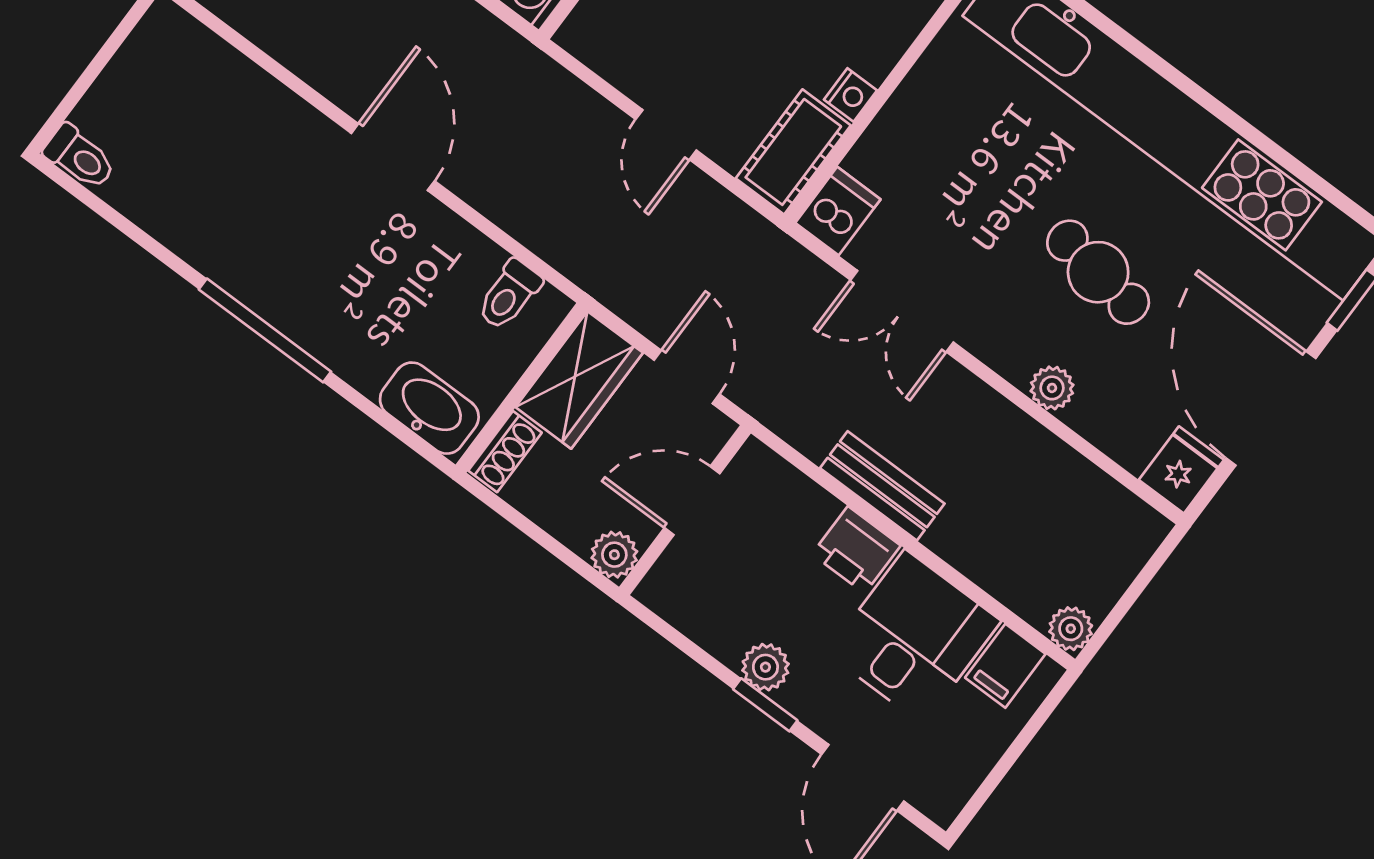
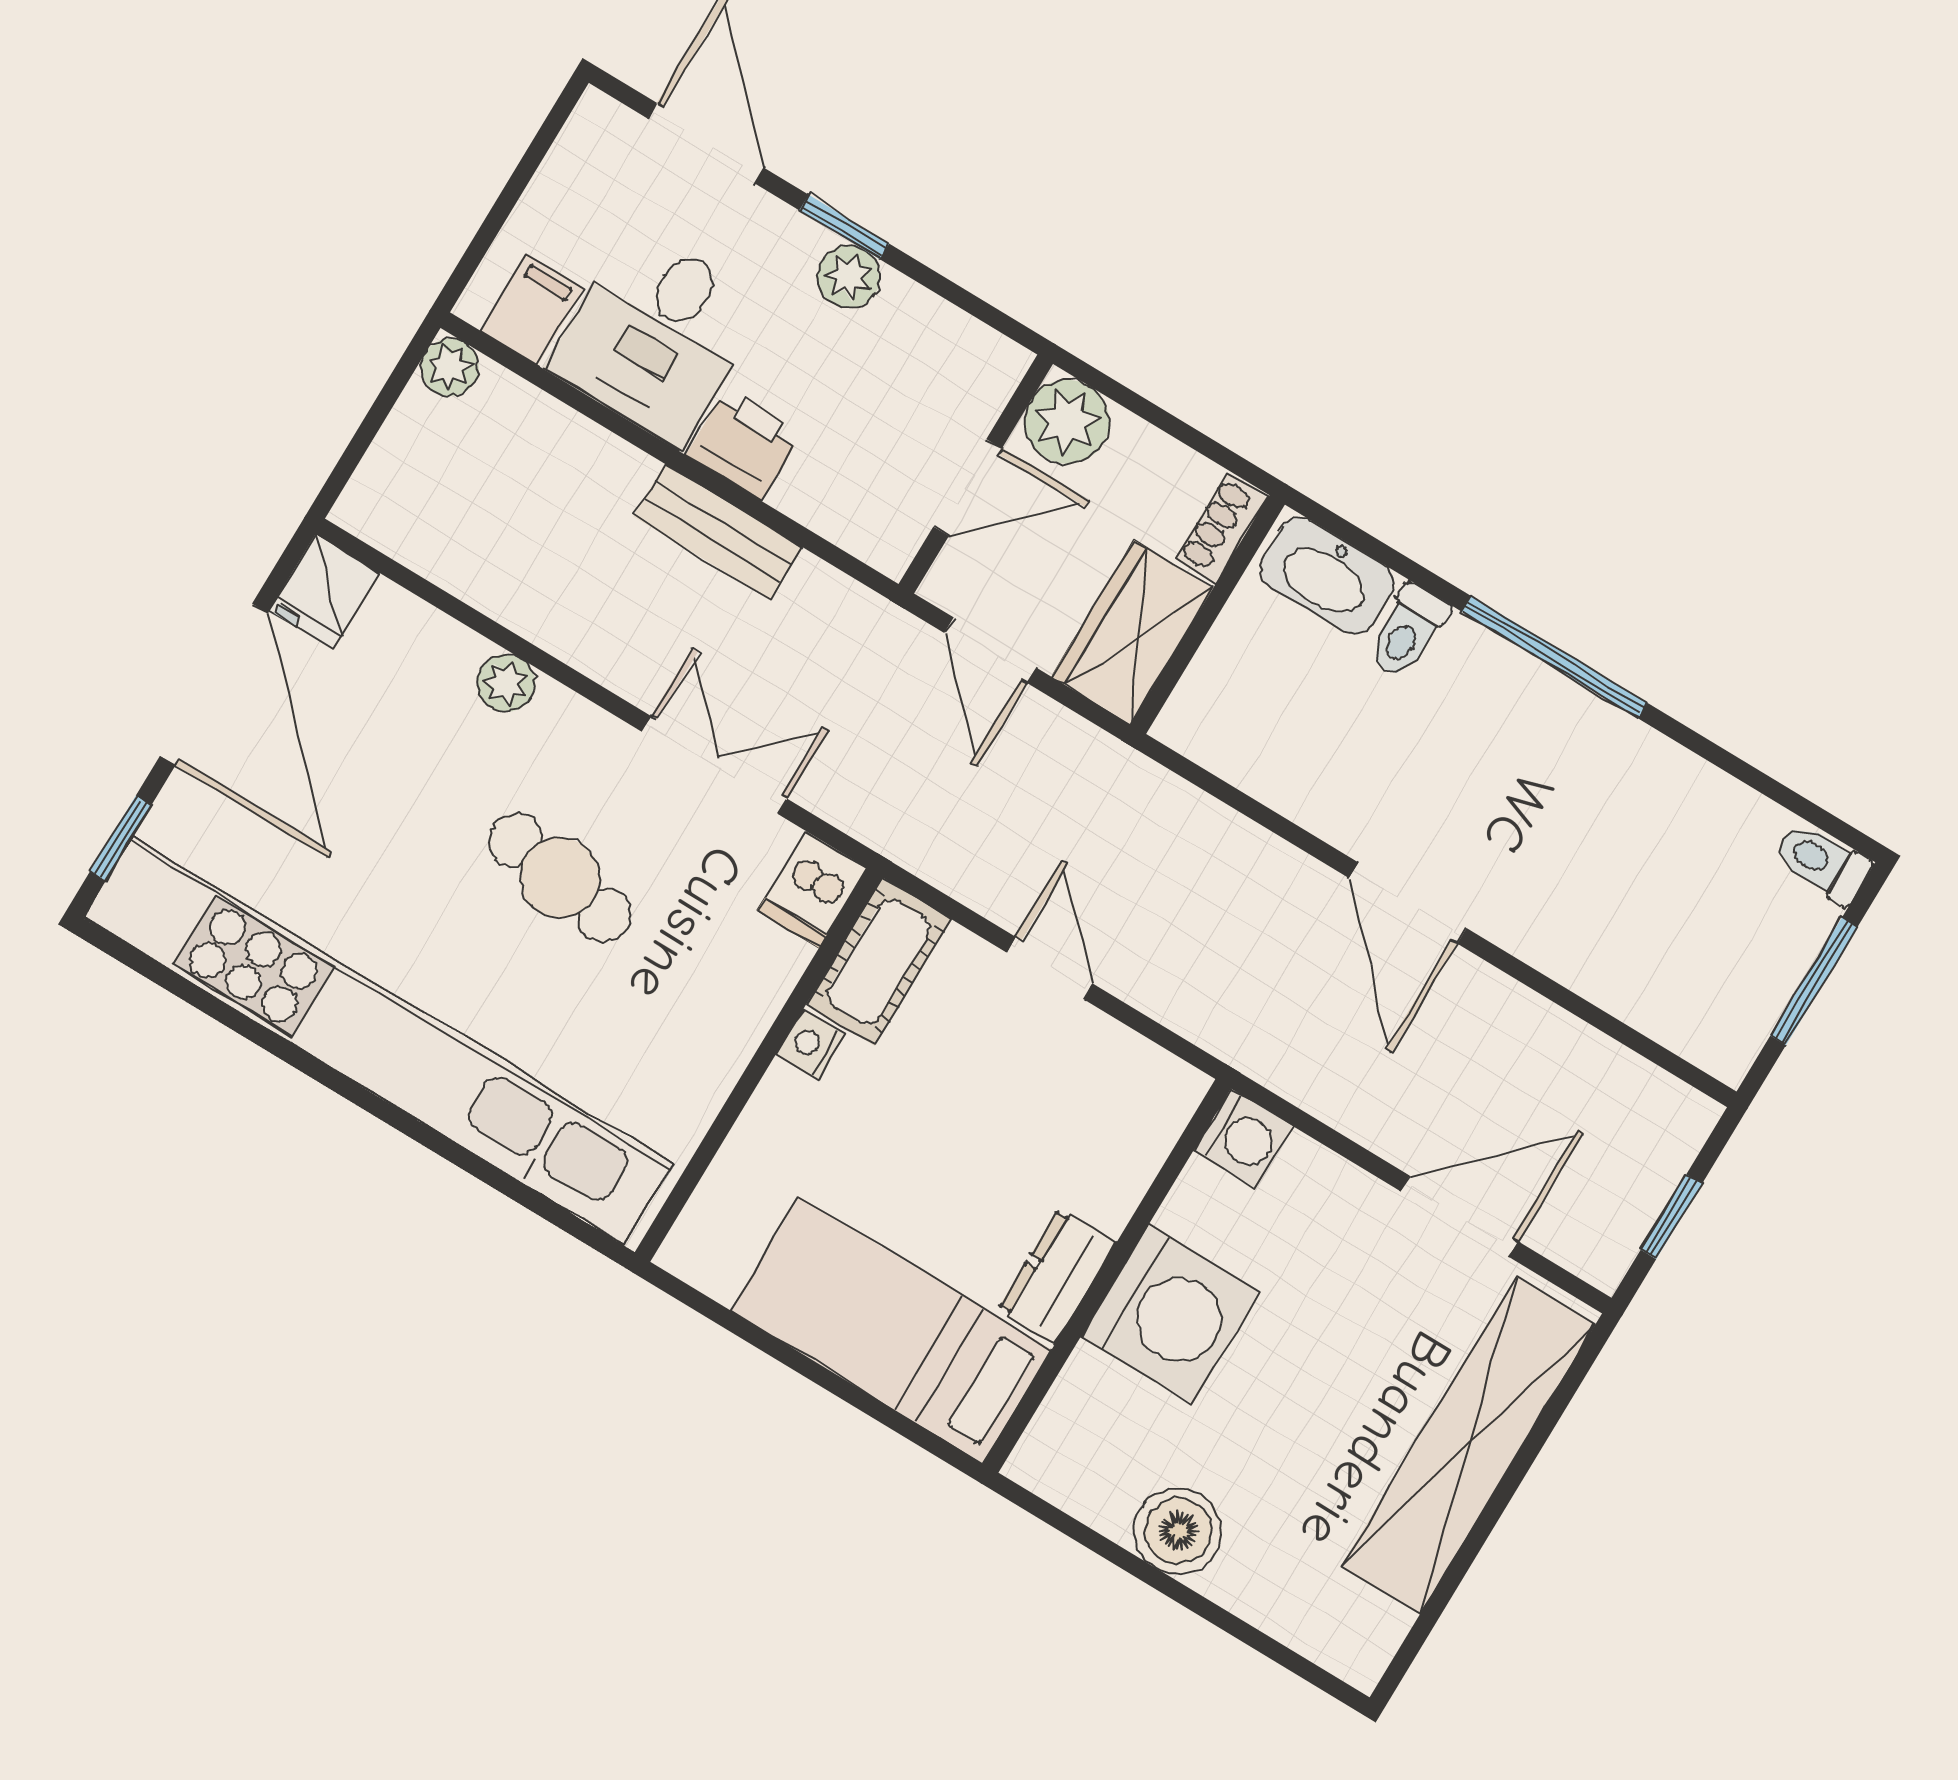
window: (94, 69) -> (1814, 981), added
cafe table: (1098, 272) -> (560, 878), moved
toilet: (509, 295) -> (1408, 631), moved, turned 180
plant: (614, 555) -> (1067, 422), width x1.38, depth x1.38

